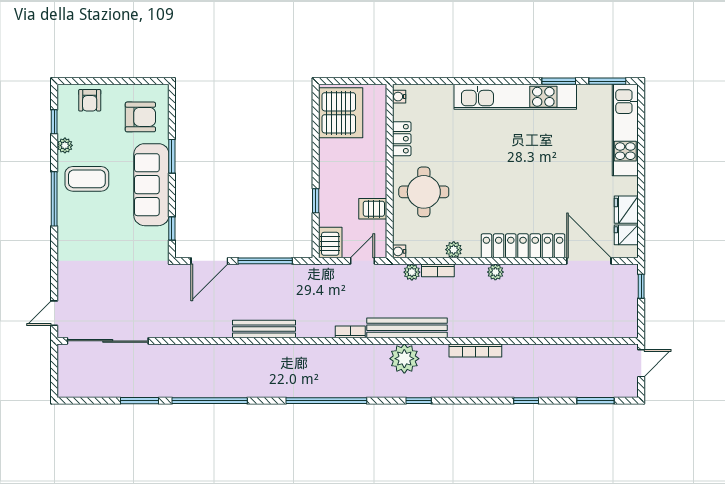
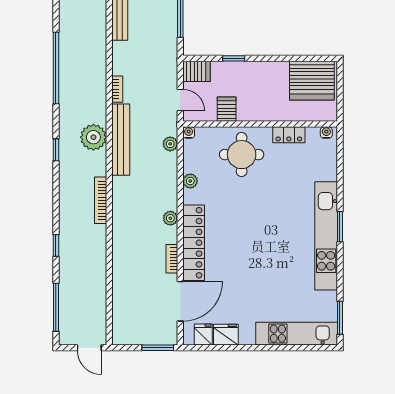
window: (559, 81) -> (340, 227), moved
bookcase: (438, 270) -> (172, 259), moved
window: (641, 286) -> (158, 348), width x1.50
window: (596, 401) -> (56, 307), width x1.44

